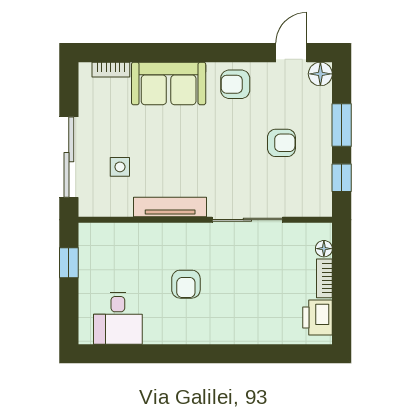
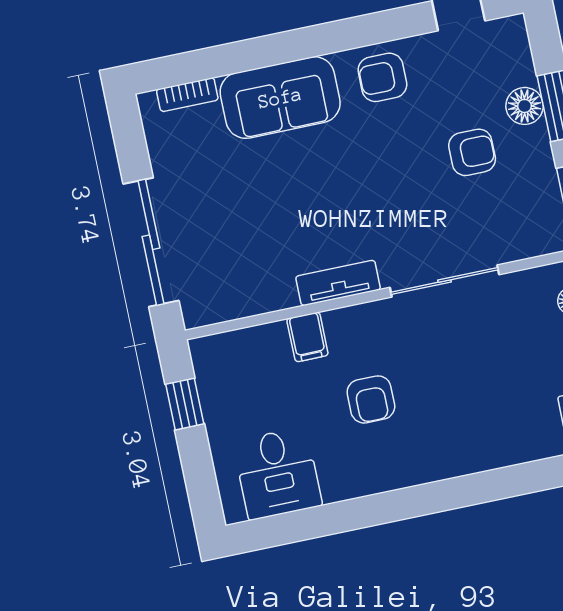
floor lamp: (320, 74) -> (525, 106), moved
side table: (120, 167) -> (232, 241), removed
tv unit: (170, 207) -> (338, 283), width x0.71
filing cabinet: (154, 237) -> (307, 337), added

